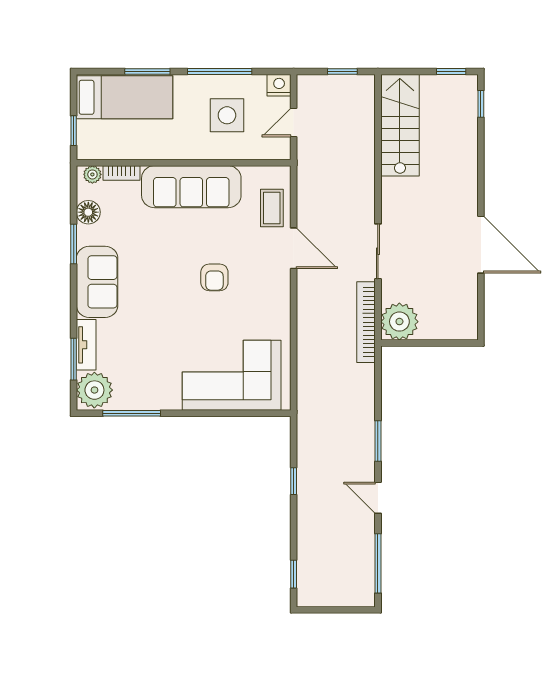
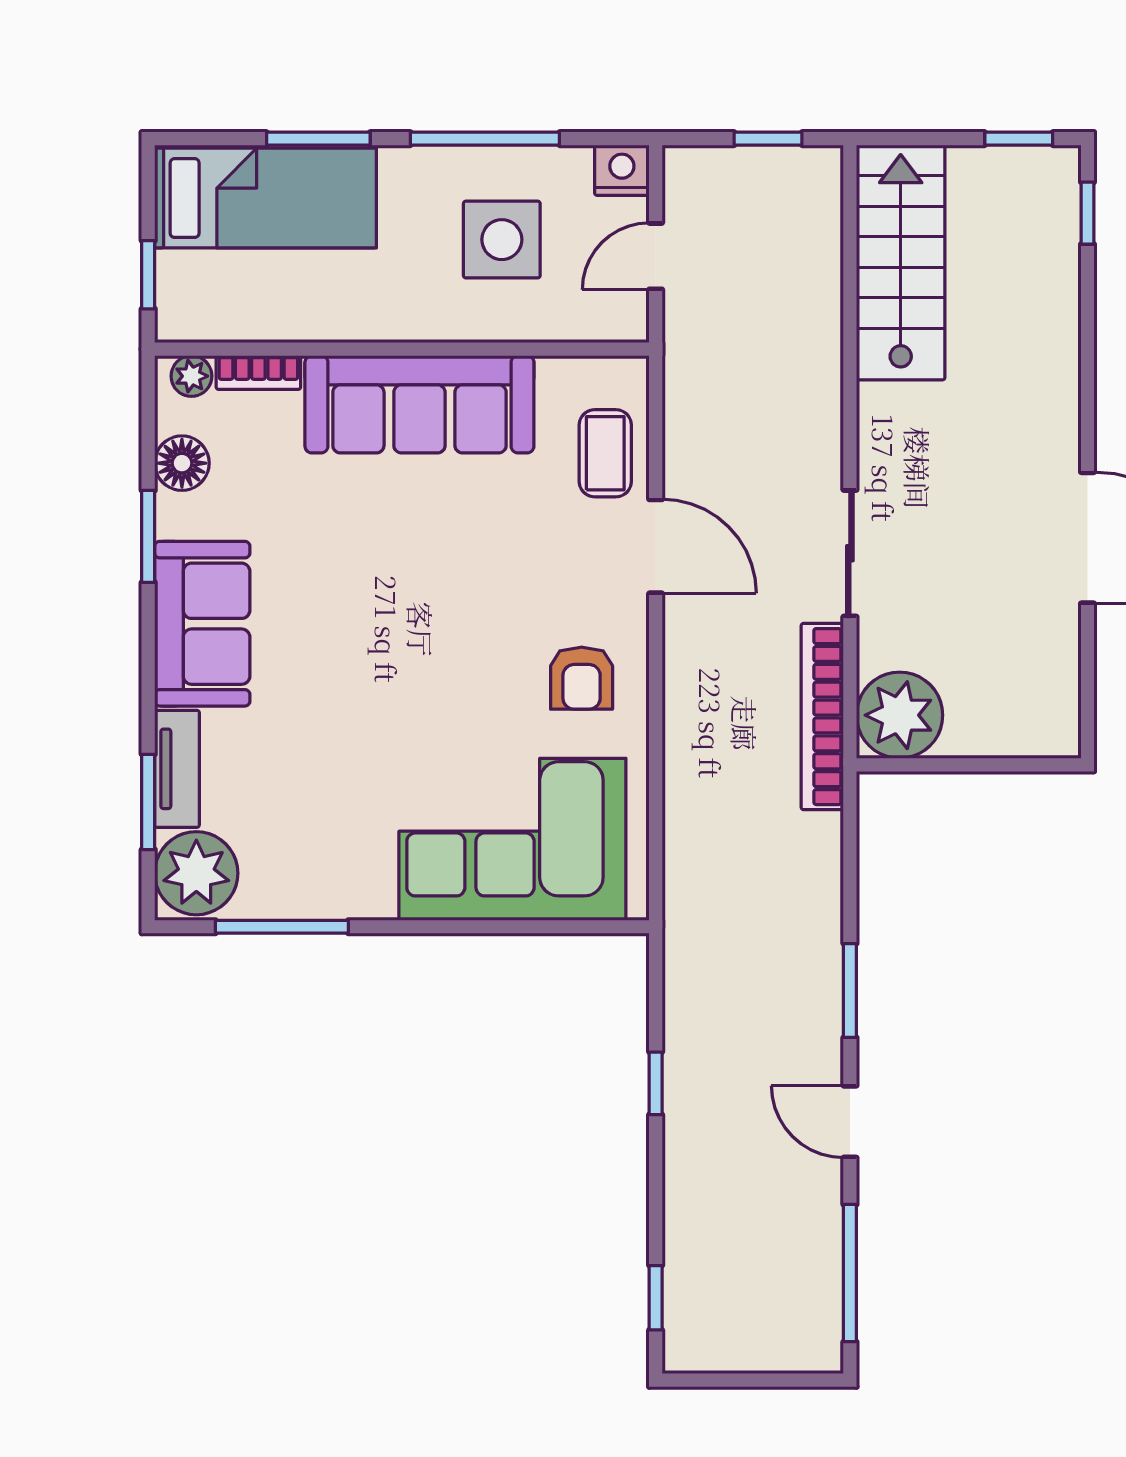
armchair: (214, 277) -> (582, 678), moved

